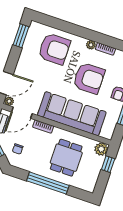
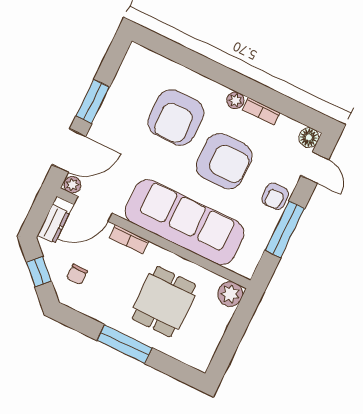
window: (21, 36) -> (93, 101), moved
armchair: (54, 49) -> (176, 117), moved, turned 90
window: (108, 164) -> (239, 323), removed
window: (48, 183) -> (125, 344), width x0.68

